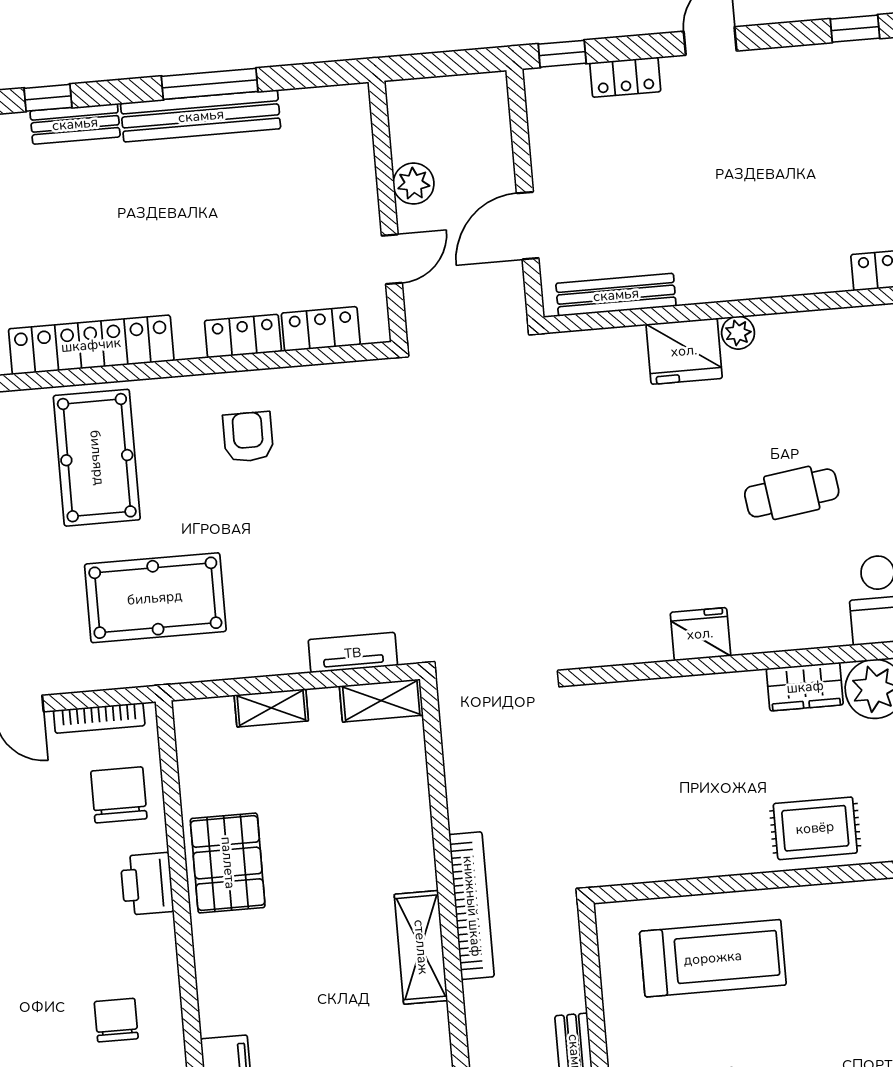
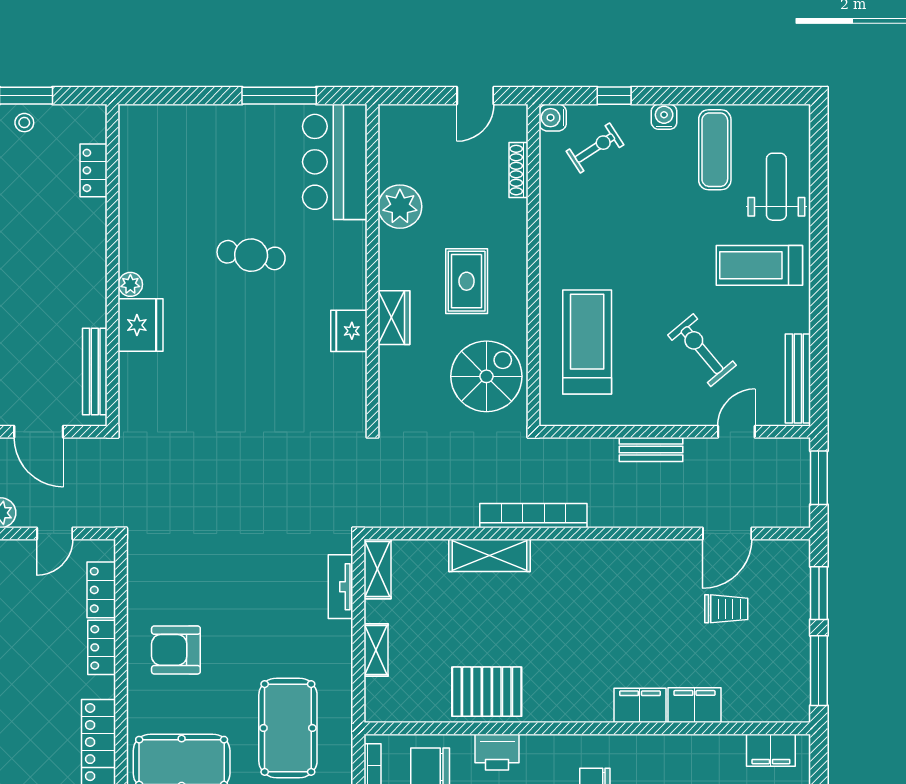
door: (392, 259) -> (55, 533), swing flipped
armchair: (248, 437) -> (176, 650), width x1.38, depth x1.38
cafe table: (792, 493) -> (251, 255), turned -74
wardrobe: (805, 687) -> (394, 318), moved
spiral stairs: (655, 826) -> (486, 376), added
rug: (815, 828) -> (467, 281), moved
shelving: (421, 947) -> (490, 555), moved

